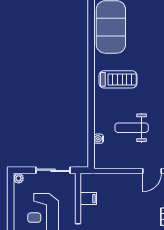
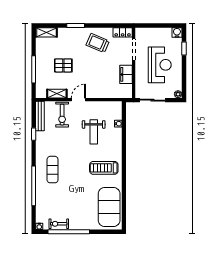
weight bench: (132, 128) -> (94, 132), turned 90
filing cabinet: (88, 199) -> (126, 74), width x2.00

